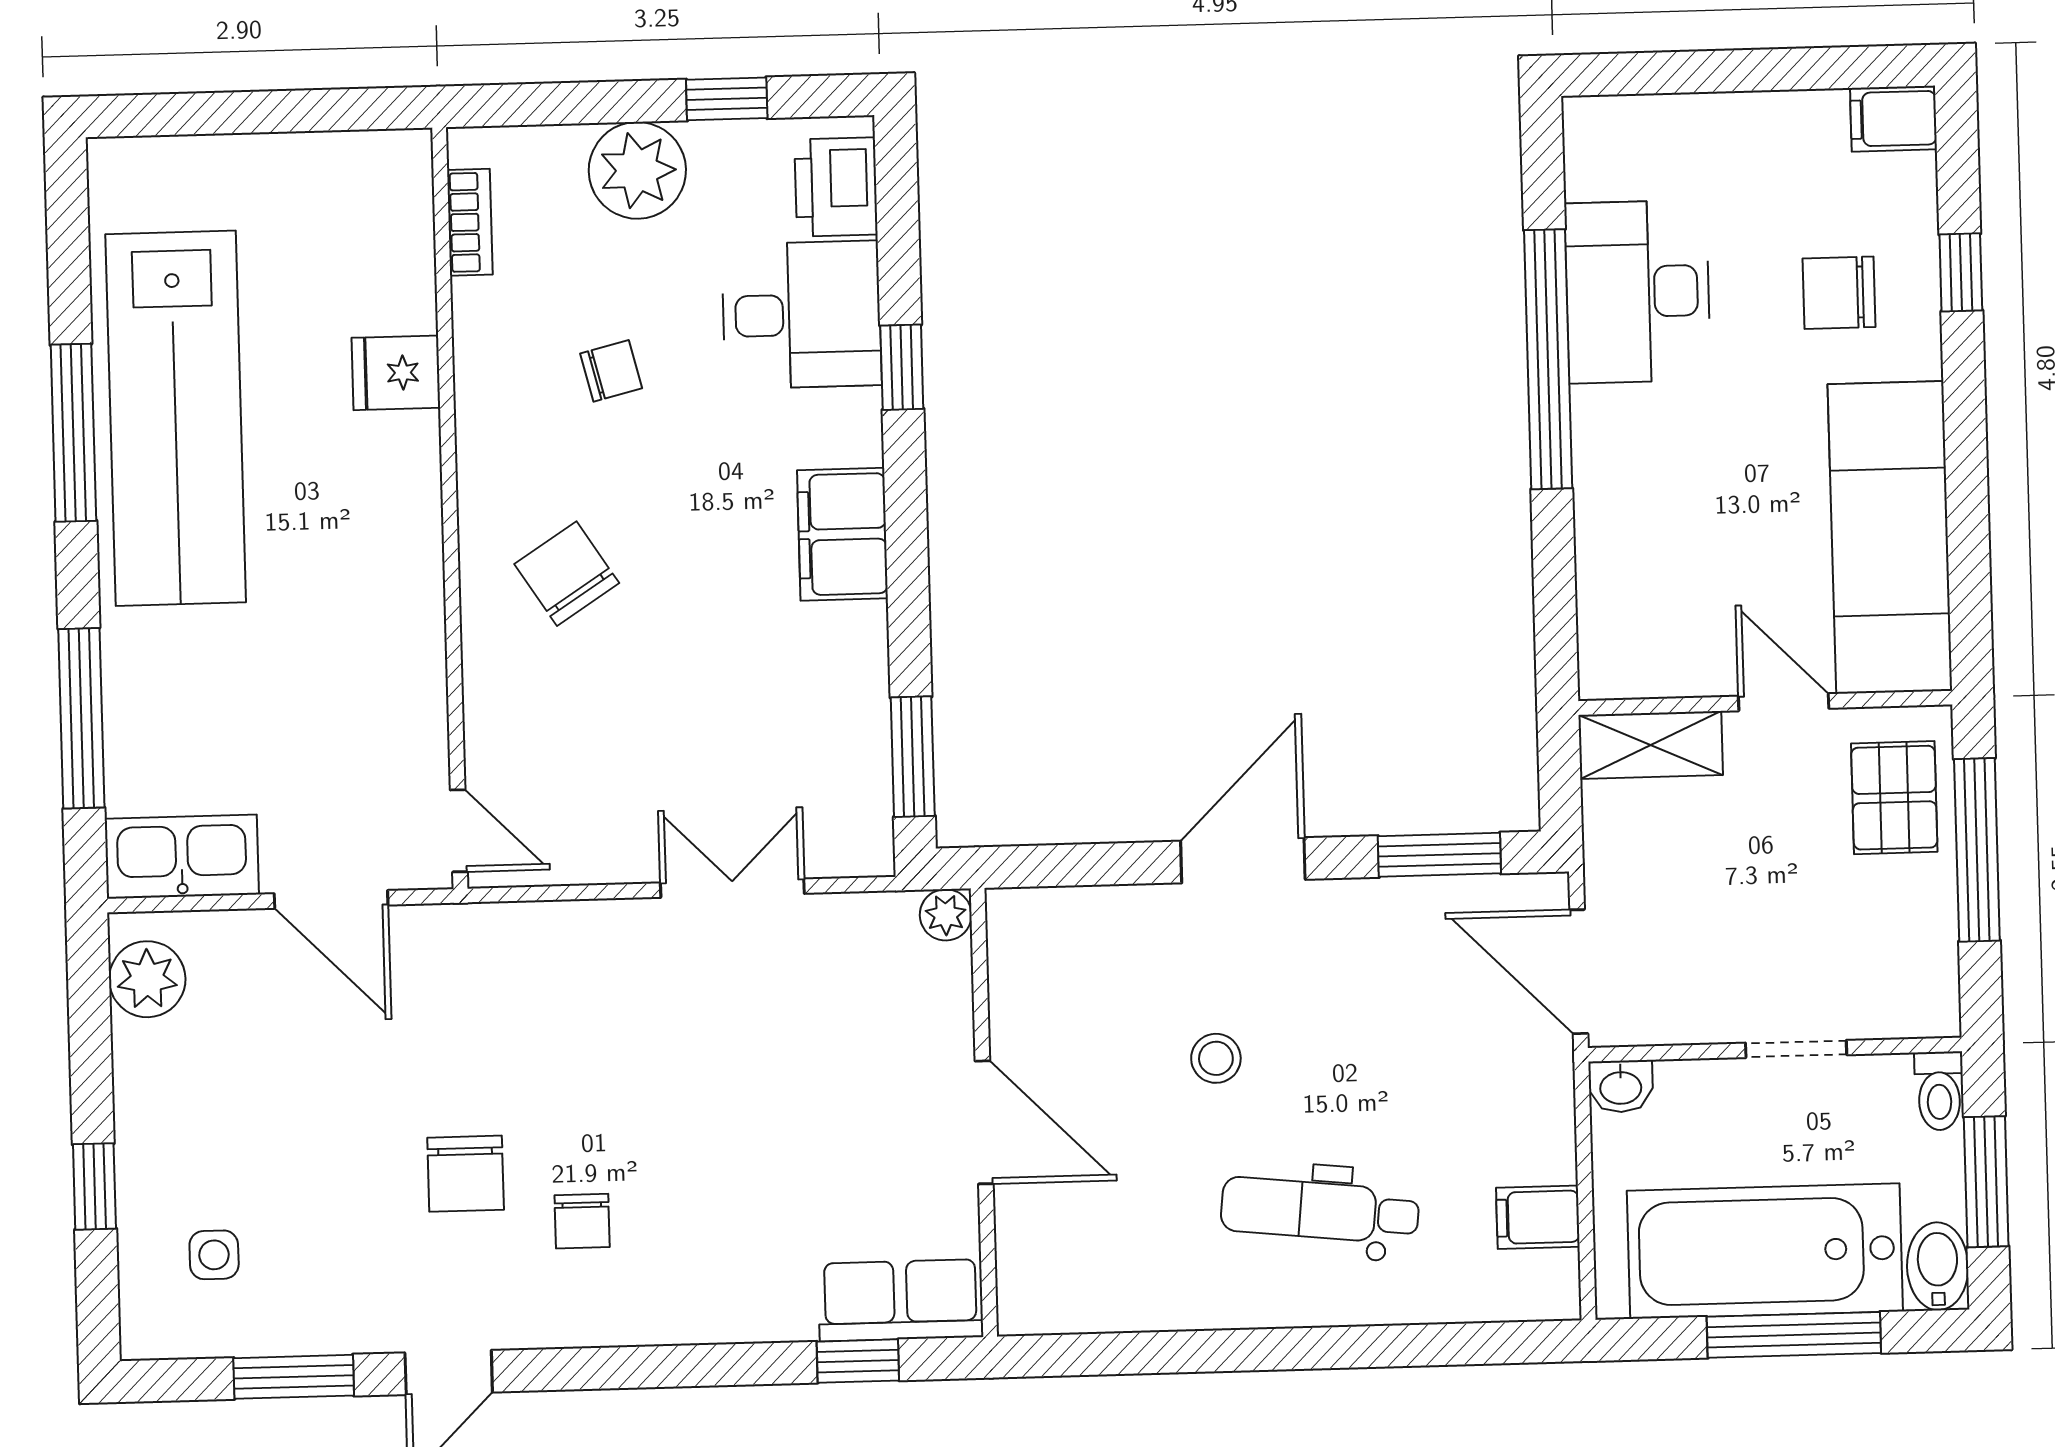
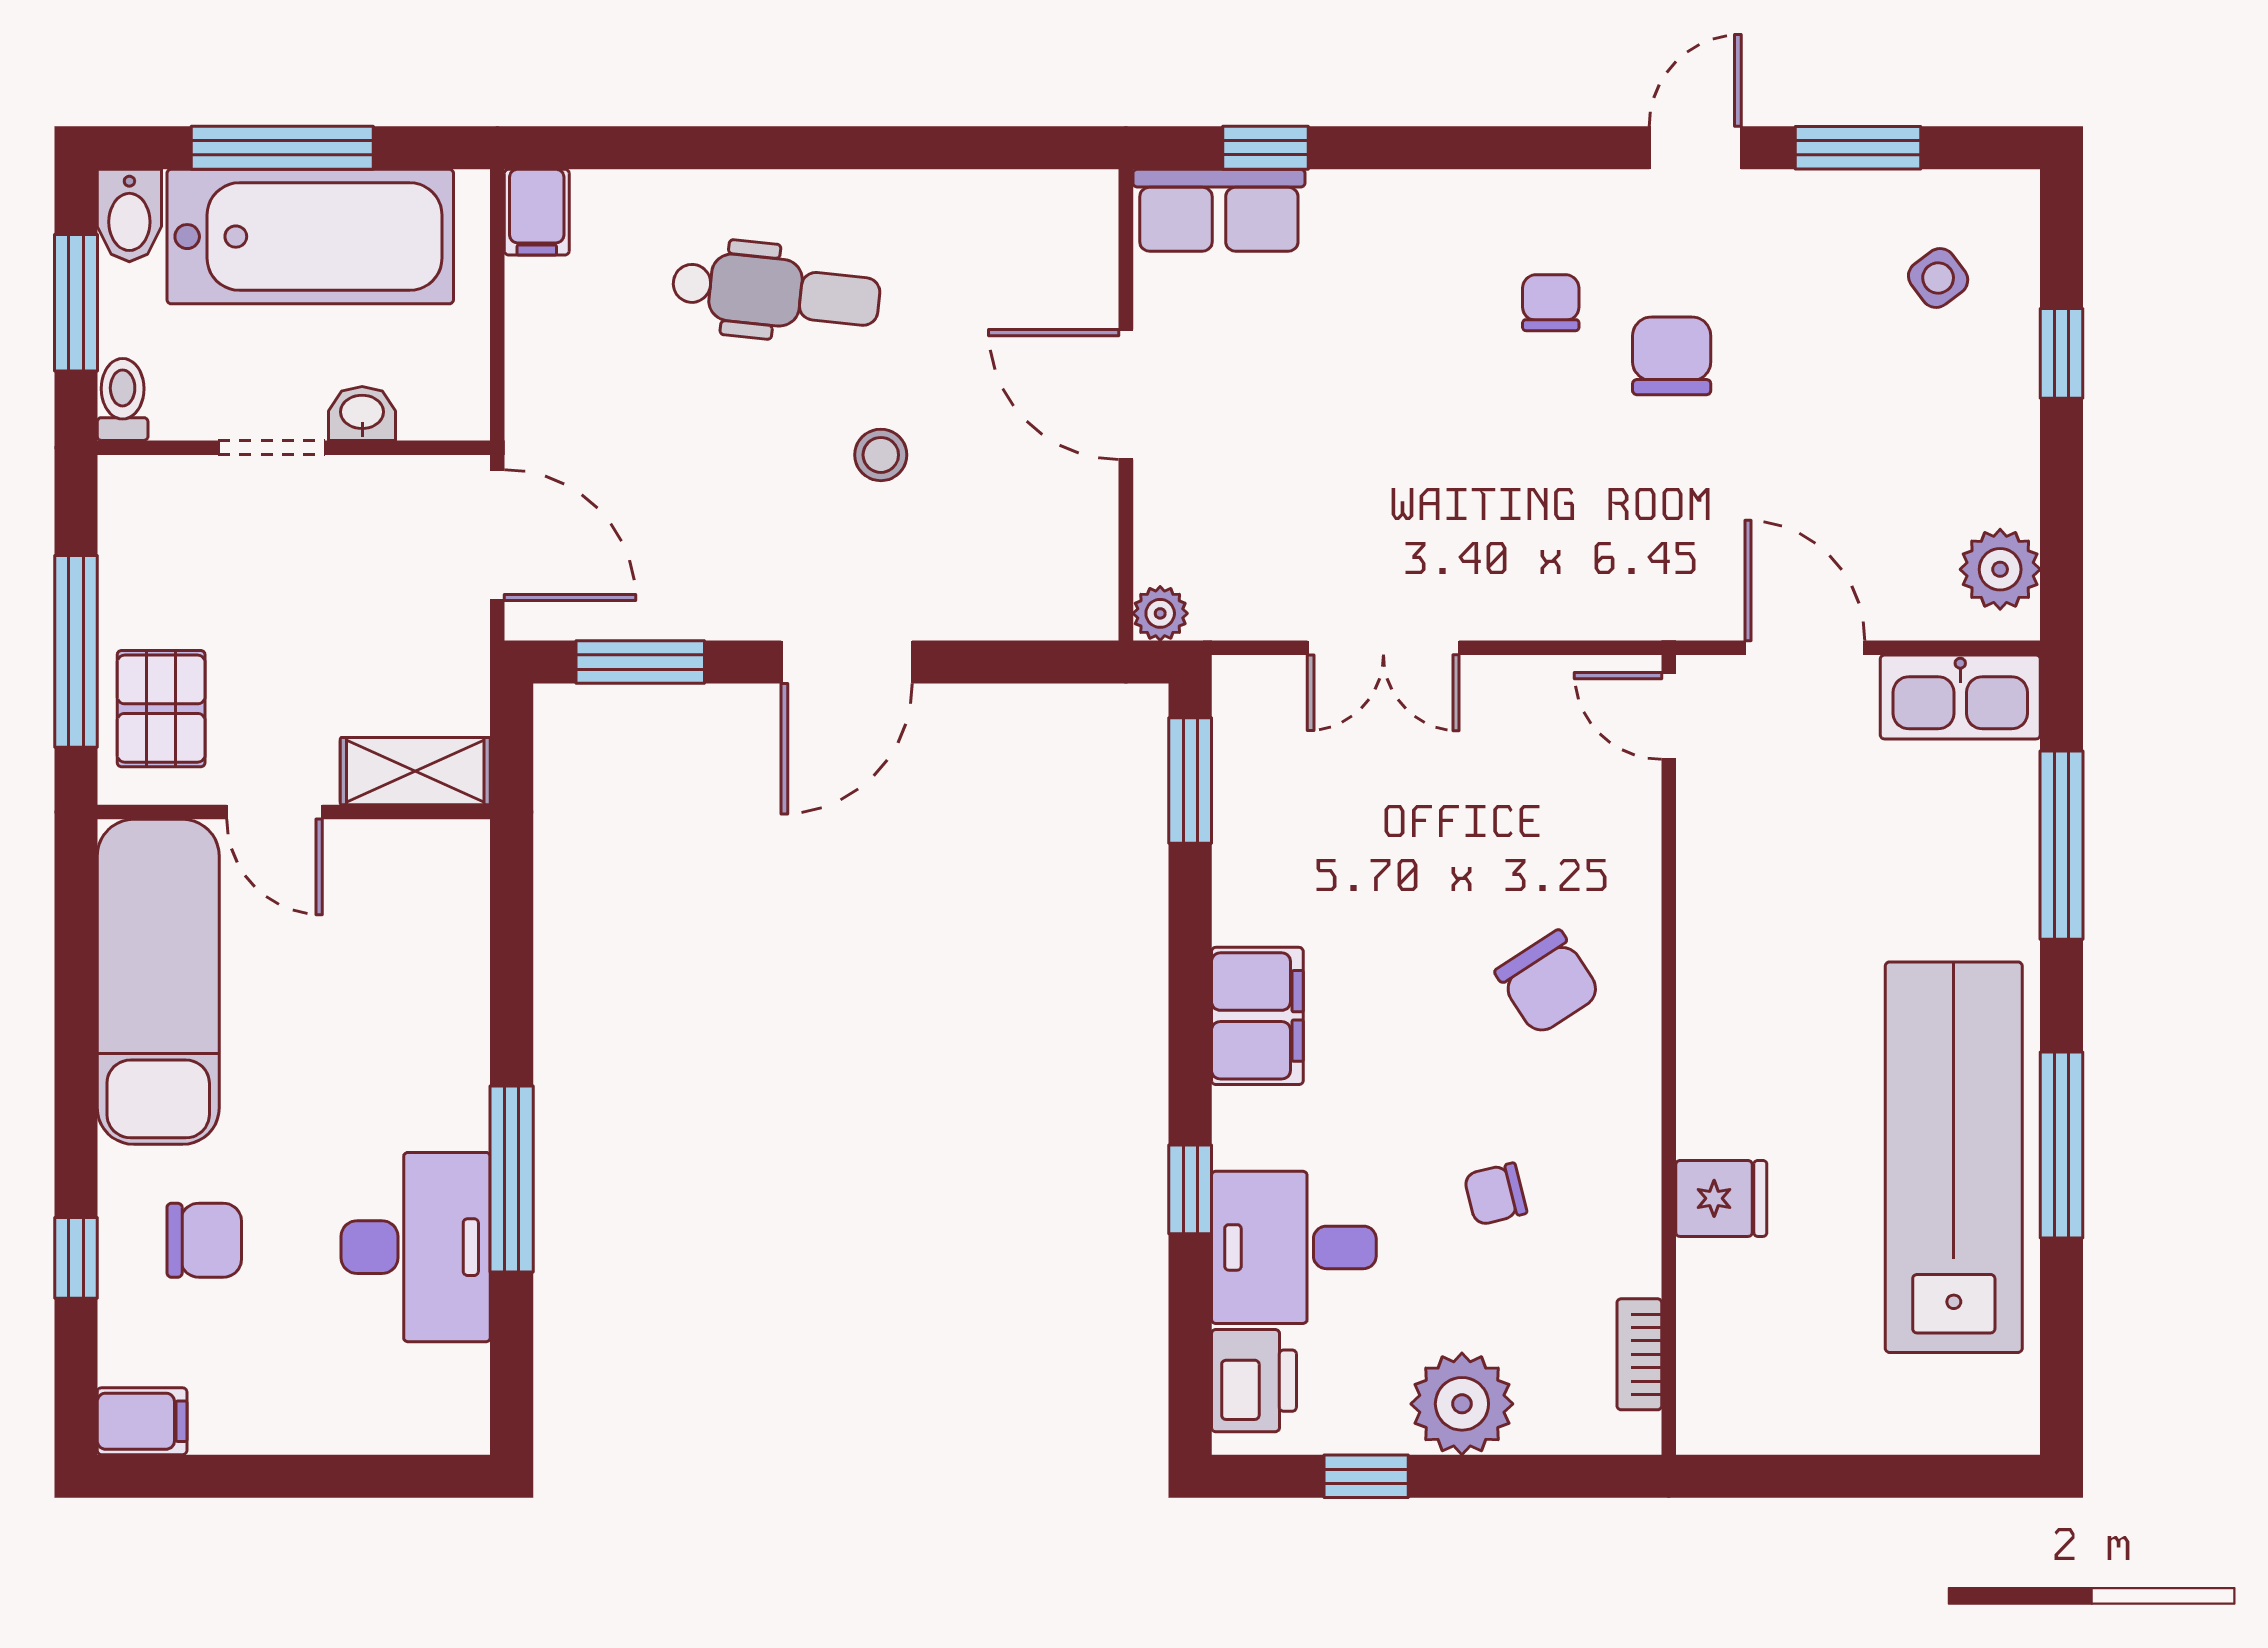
window: (1548, 359) -> (512, 1179), width x0.68
washbasin: (1621, 1086) -> (362, 413), moved
filing cabinet: (1538, 1217) -> (537, 212), moved, turned 90
side table: (214, 1255) -> (1938, 278), turned -37

